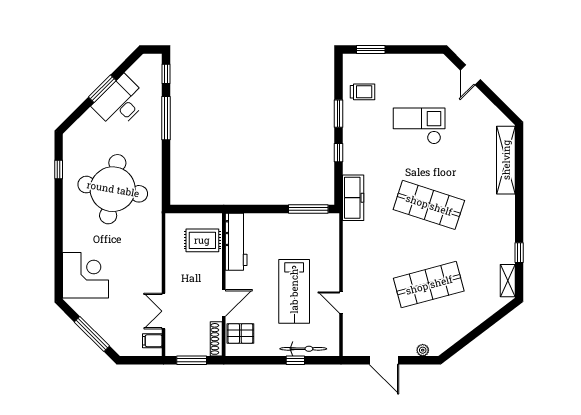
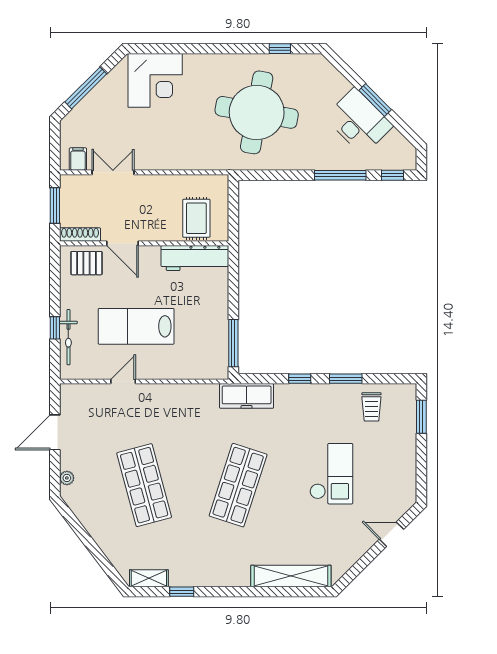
pallet: (240, 334) -> (86, 263), turned 90

